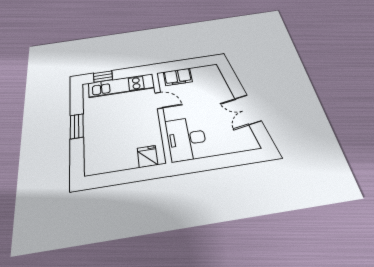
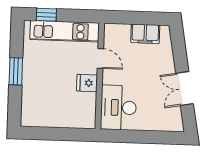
filing cabinet: (178, 77) -> (145, 34), moved
fridge: (147, 156) -> (87, 83), moved, turned -90

